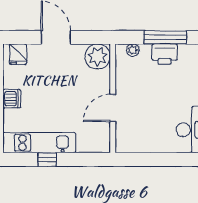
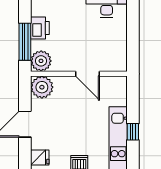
window: (165, 37) -> (25, 42), moved
plant: (133, 50) -> (41, 61), width x1.88, depth x1.88

